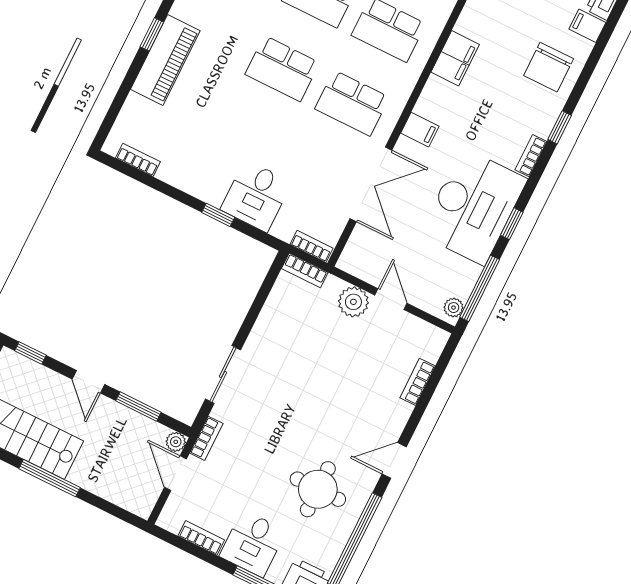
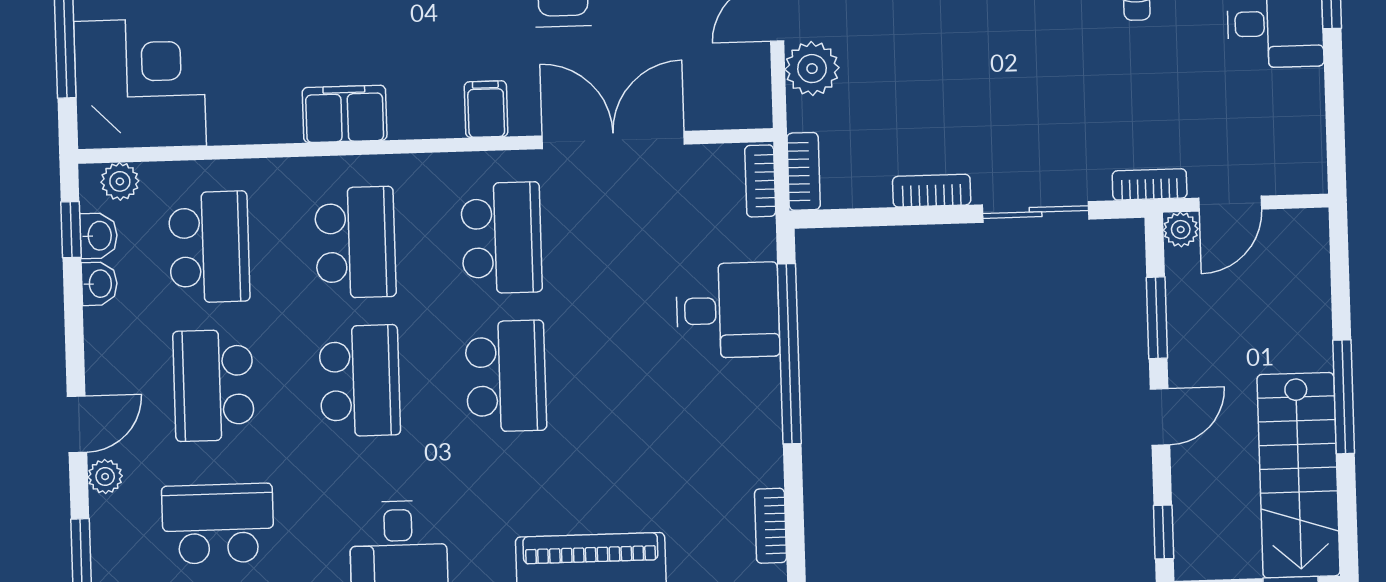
window: (218, 215) -> (789, 354), width x3.17
bookcase: (201, 538) -> (932, 191), moved, turned 90

